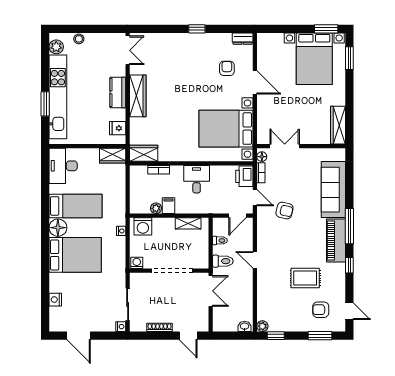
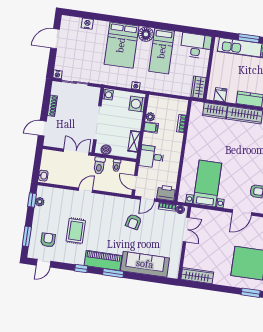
bed with nightstands: (226, 129) -> (207, 183), width x0.73
wardrobe: (144, 153) -> (215, 111), moved, turned 90
desk: (197, 179) -> (152, 157), moved, turned 180
window: (349, 226) -> (113, 273), width x0.69
boiler: (203, 256) -> (106, 150), added
door: (255, 260) -> (86, 190), moved
double door: (211, 291) -> (76, 152), swing flipped
plant: (262, 326) -> (40, 202), moved

